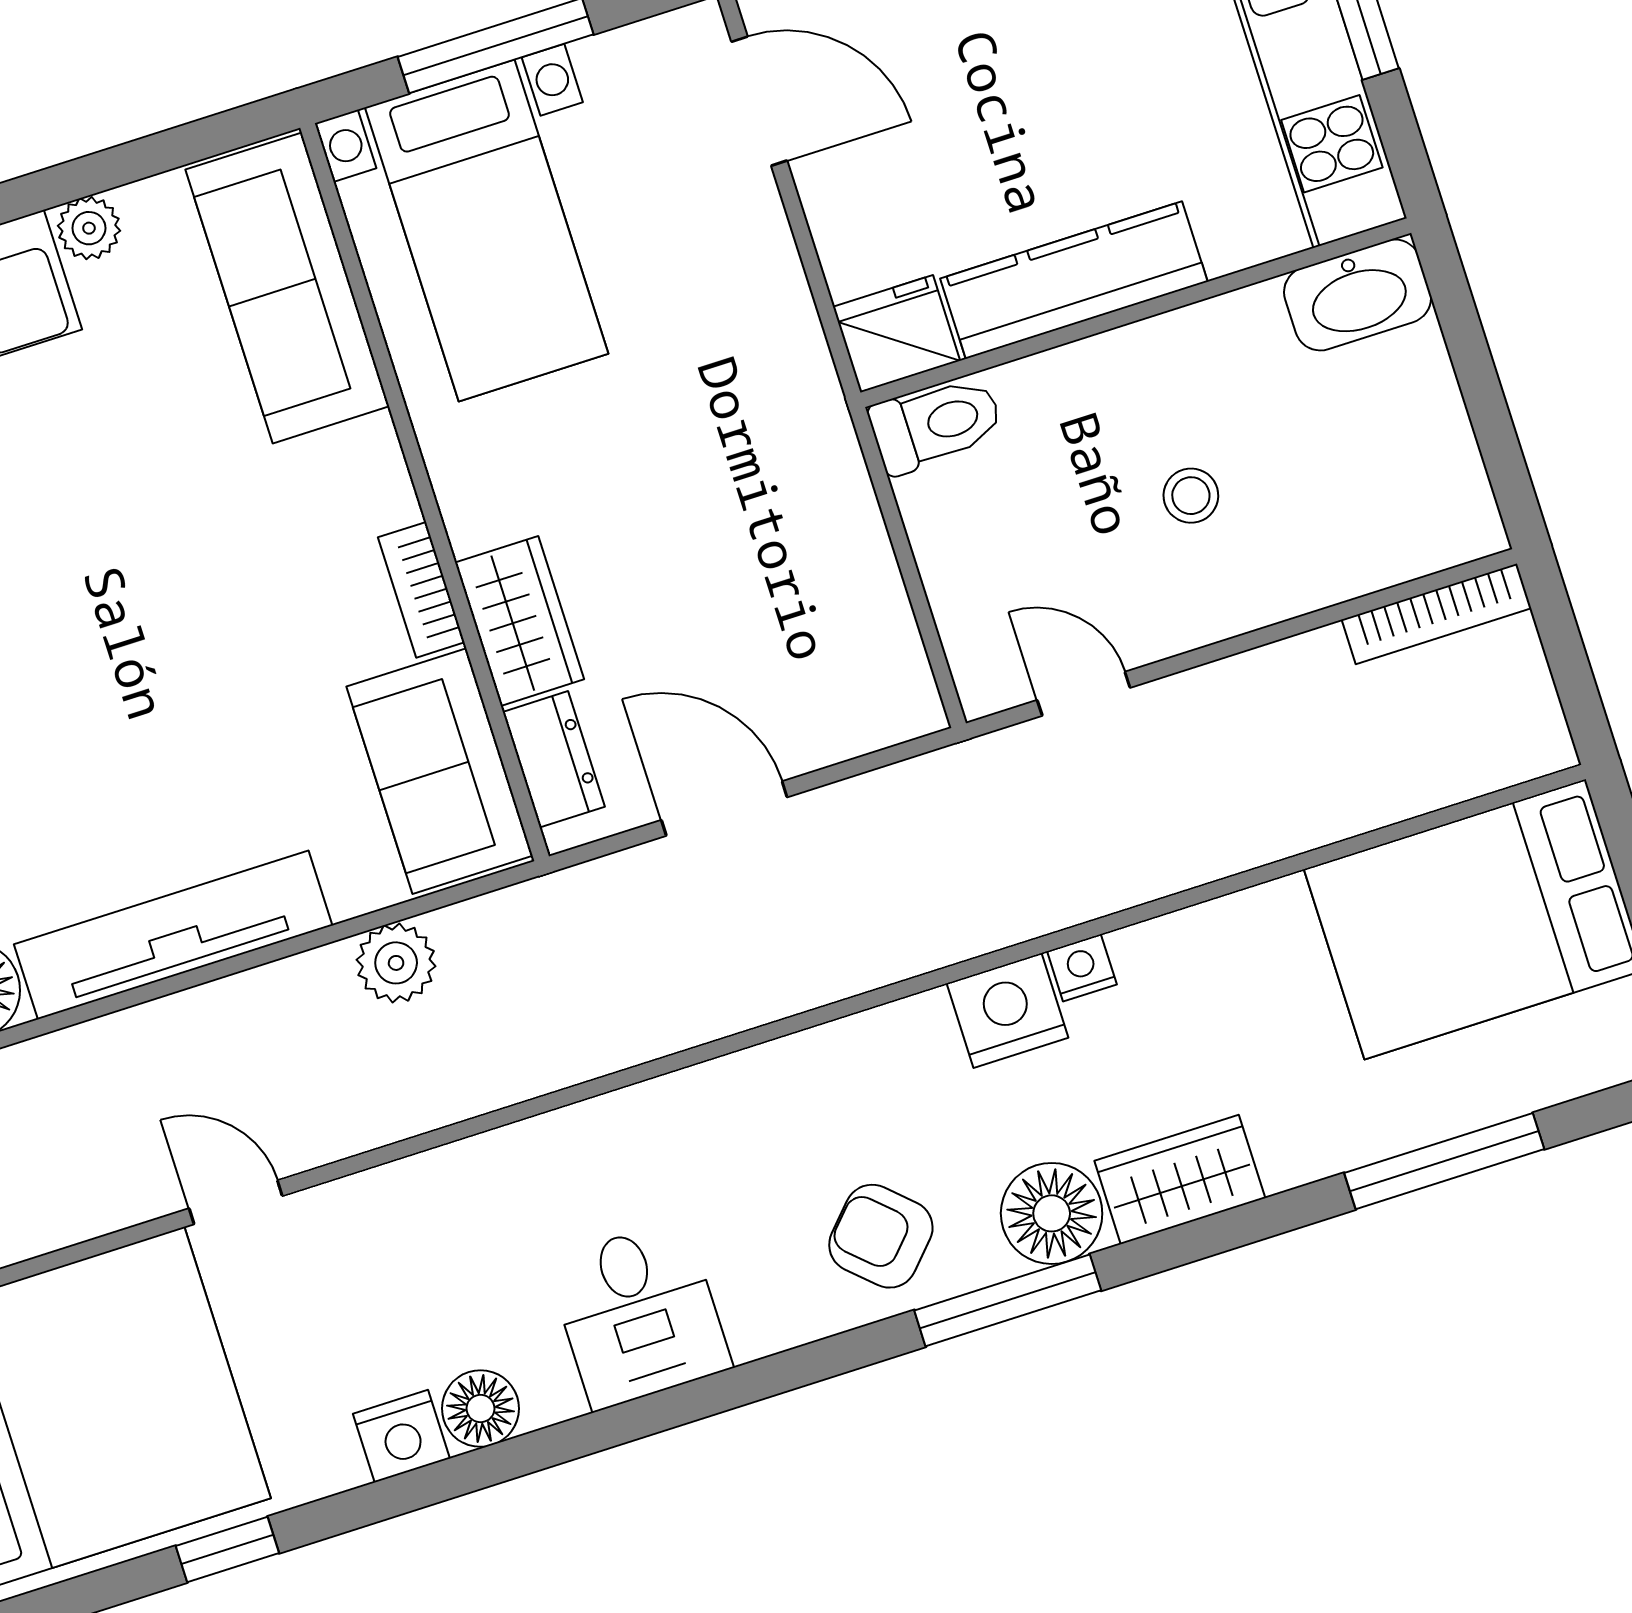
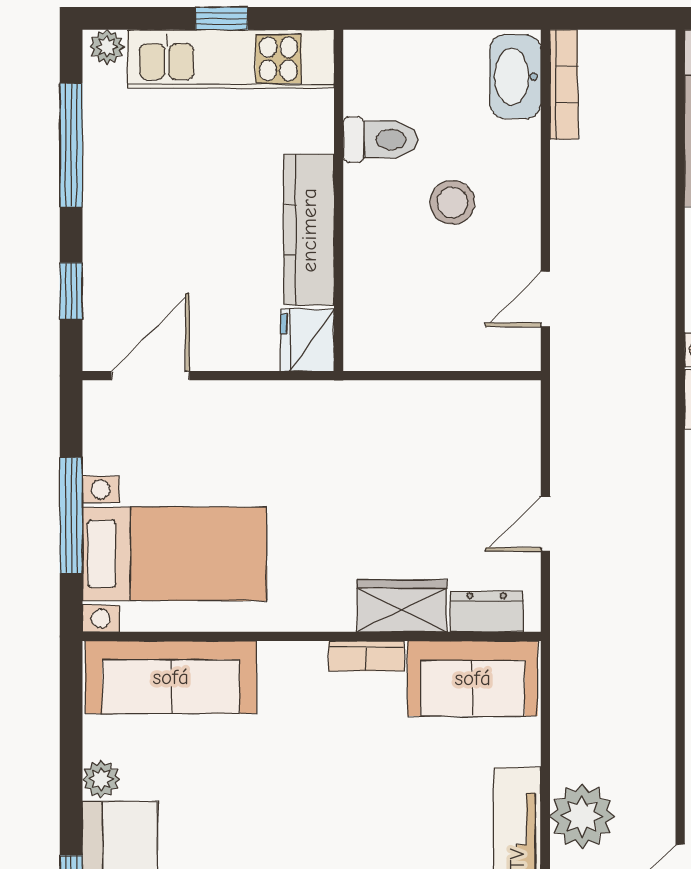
washbasin: (1358, 295) -> (515, 77), moved, turned 180
toilet: (936, 424) -> (380, 140), moved, turned 90
stool: (1191, 496) -> (452, 202), width x1.37, depth x1.37
door: (724, 809) -> (545, 524), width x0.73
plant: (396, 963) -> (582, 816), moved, width x1.36, depth x1.36

